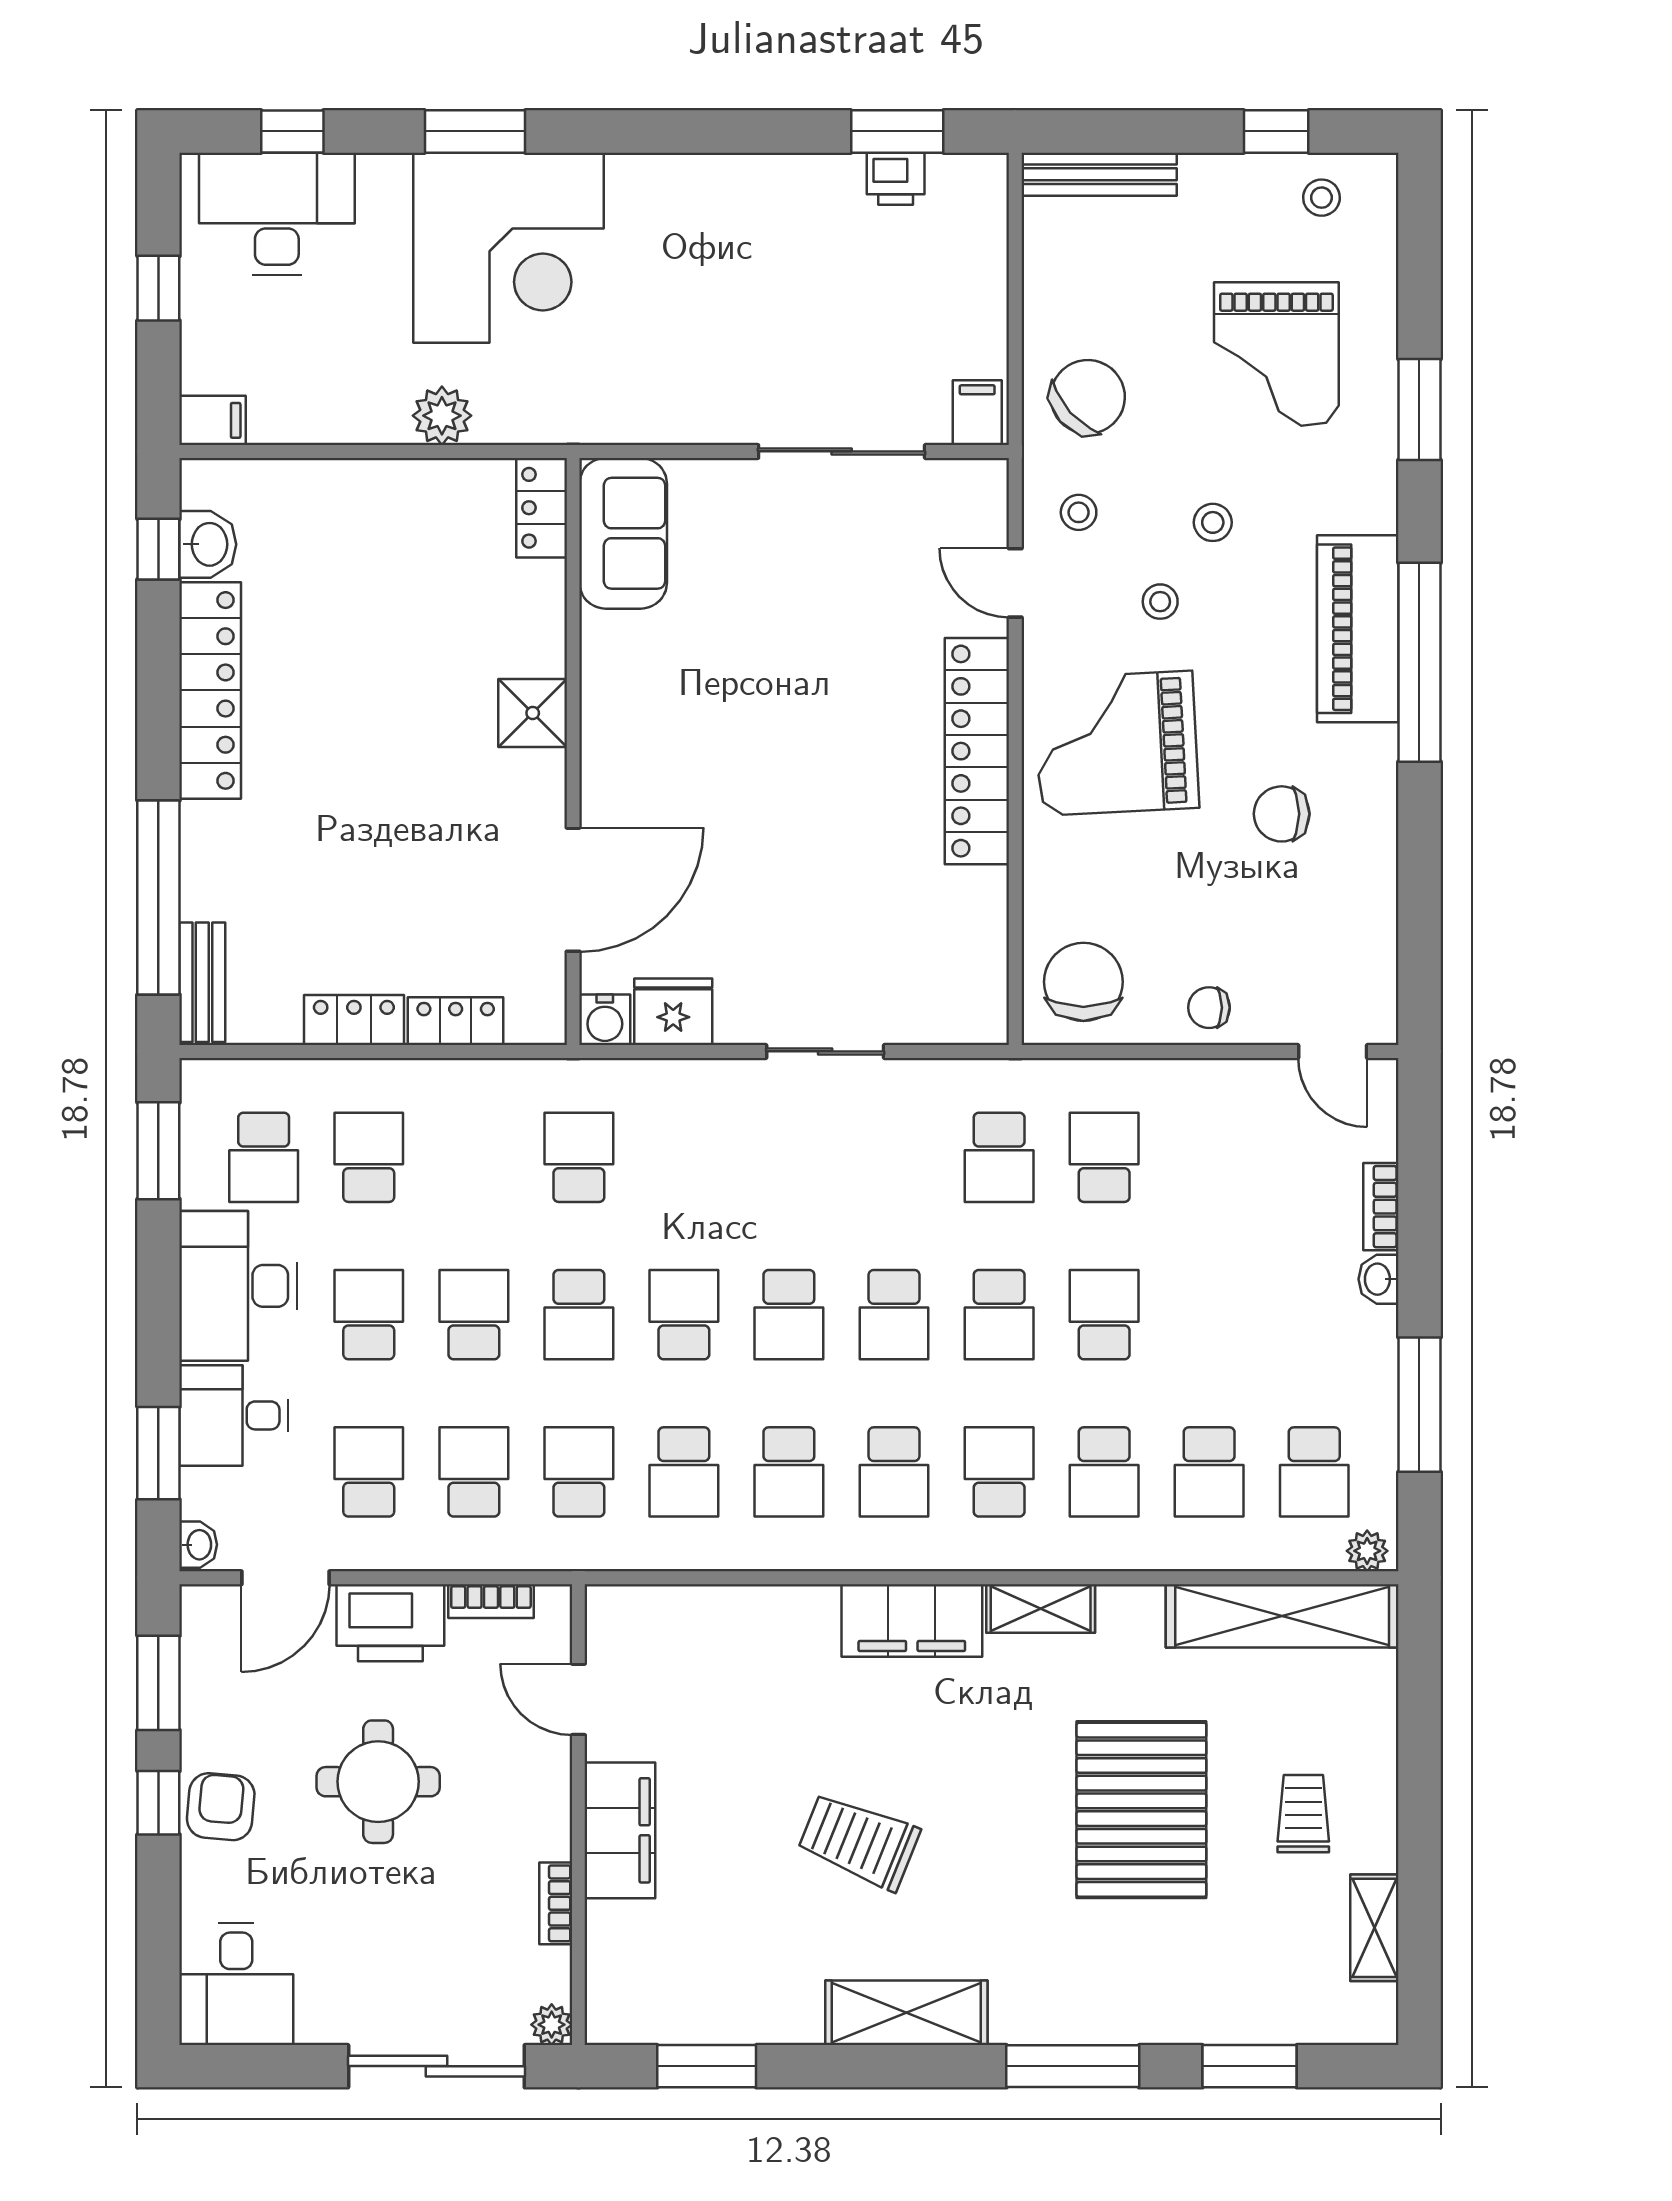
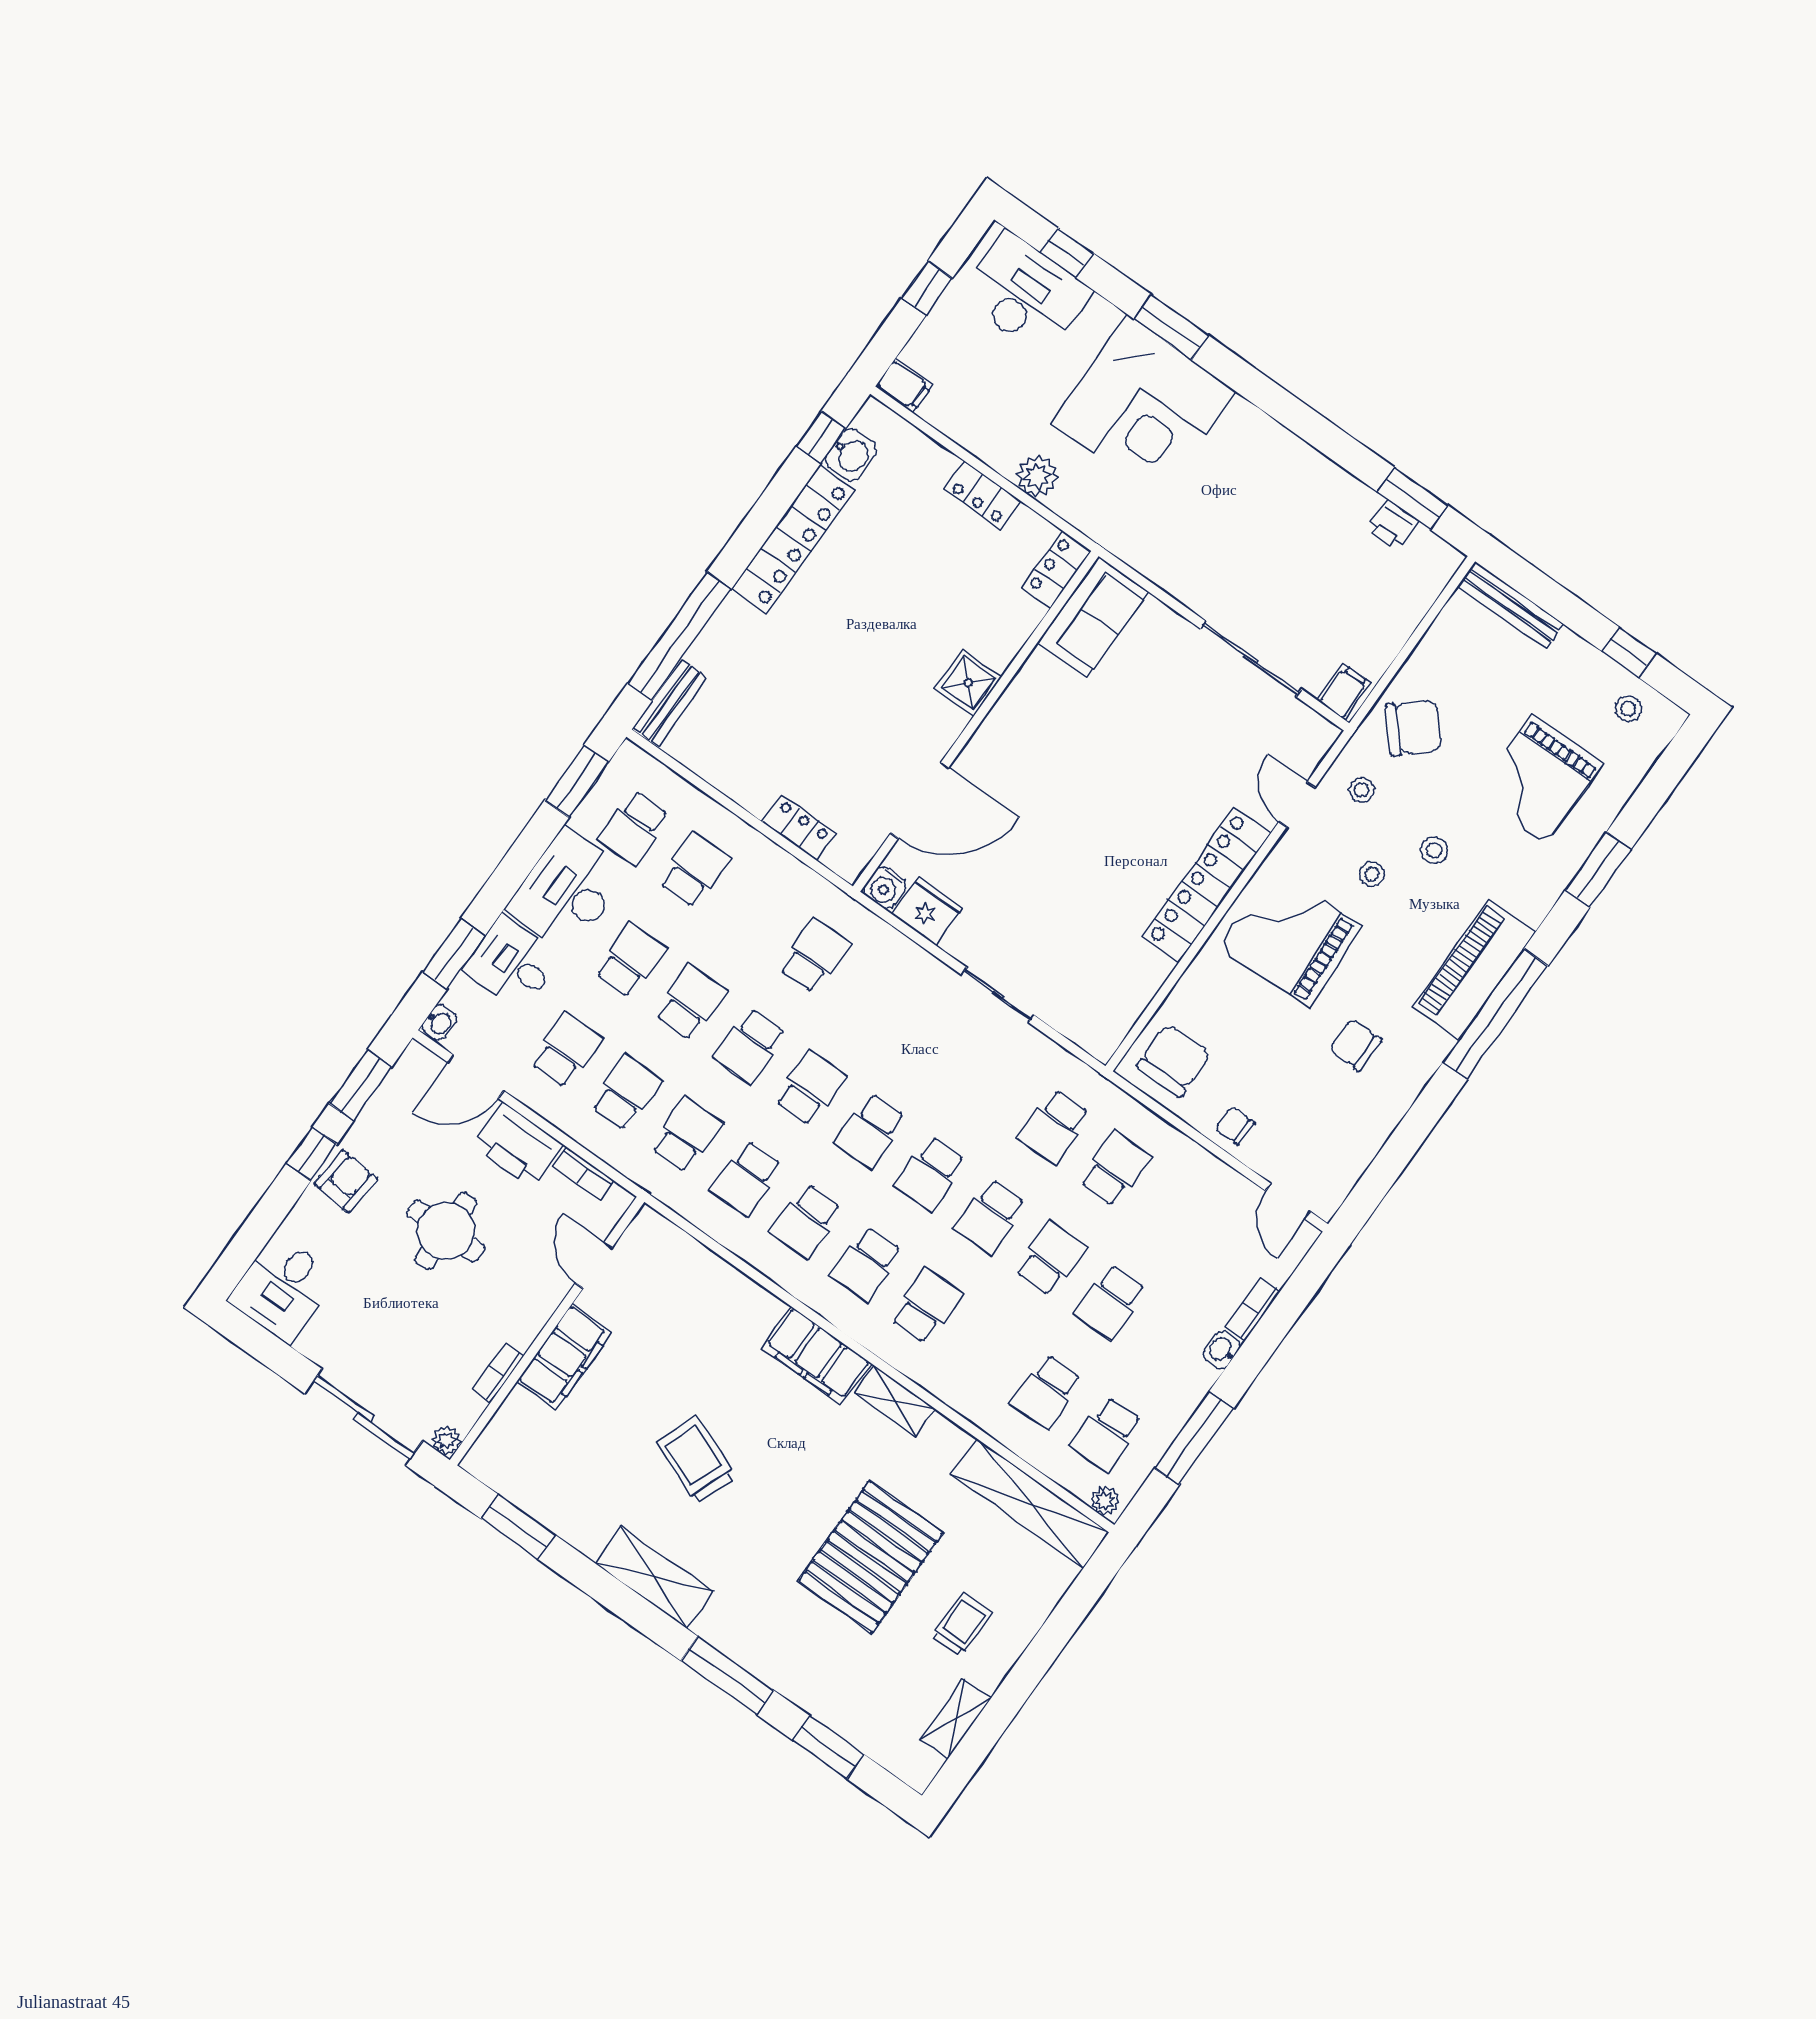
locker: (354, 1020) -> (982, 495), moved, turned 180
school desk: (1104, 1472) -> (1110, 1301), moved

